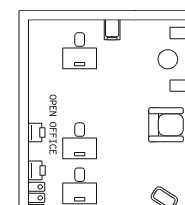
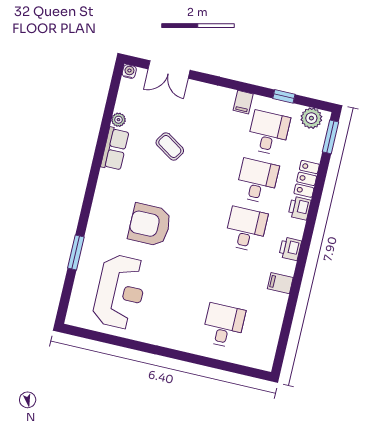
filing cabinet: (112, 30) -> (280, 283), moved, turned -90

